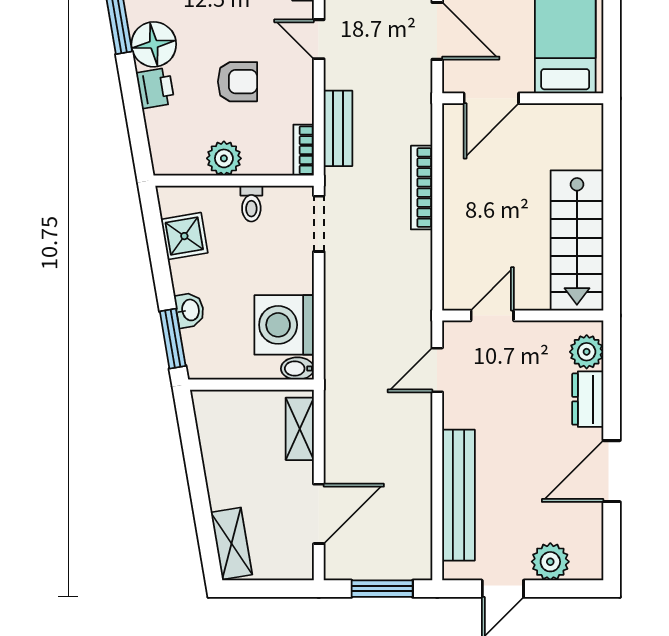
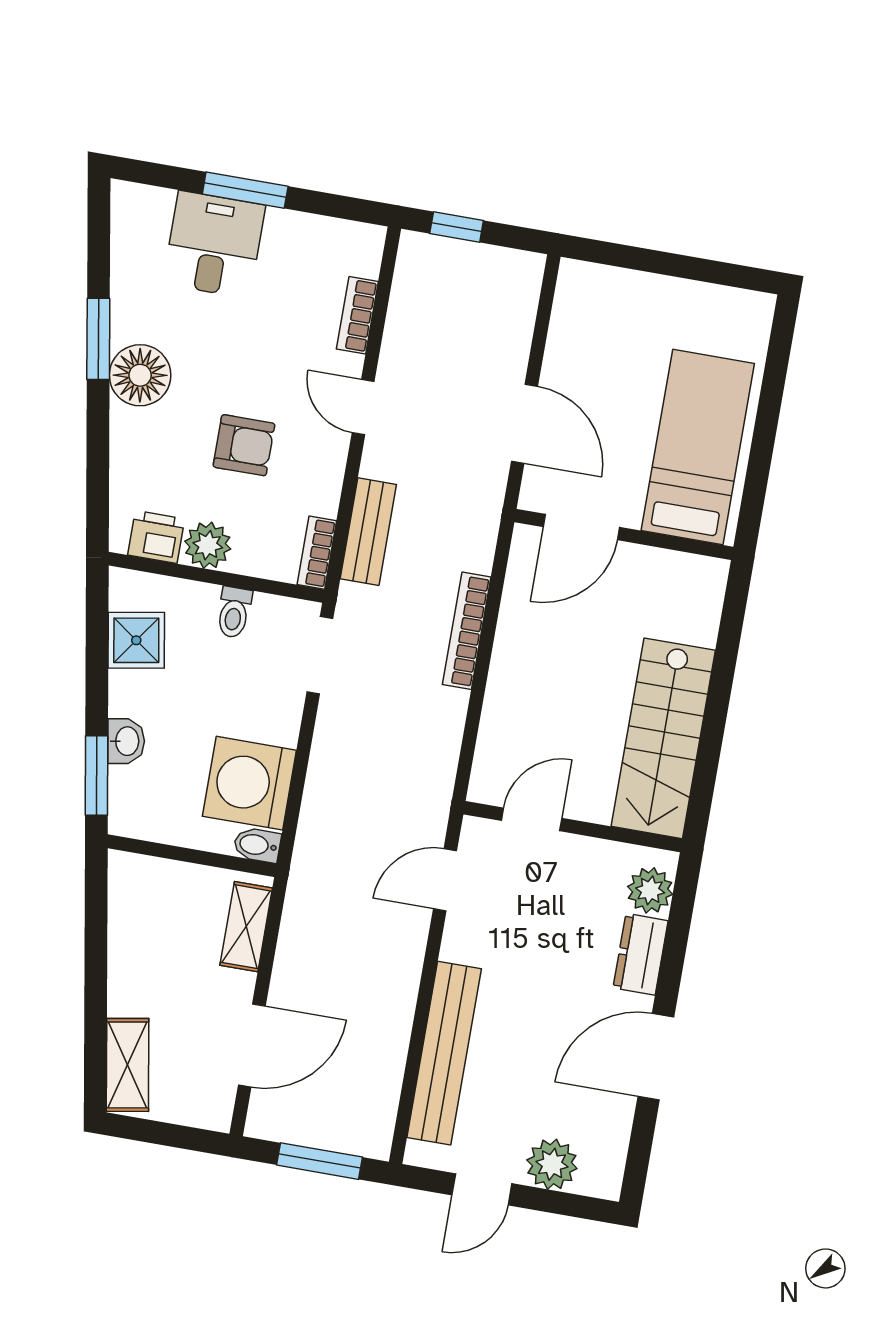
printer: (155, 88) -> (156, 537), moved, turned -80

